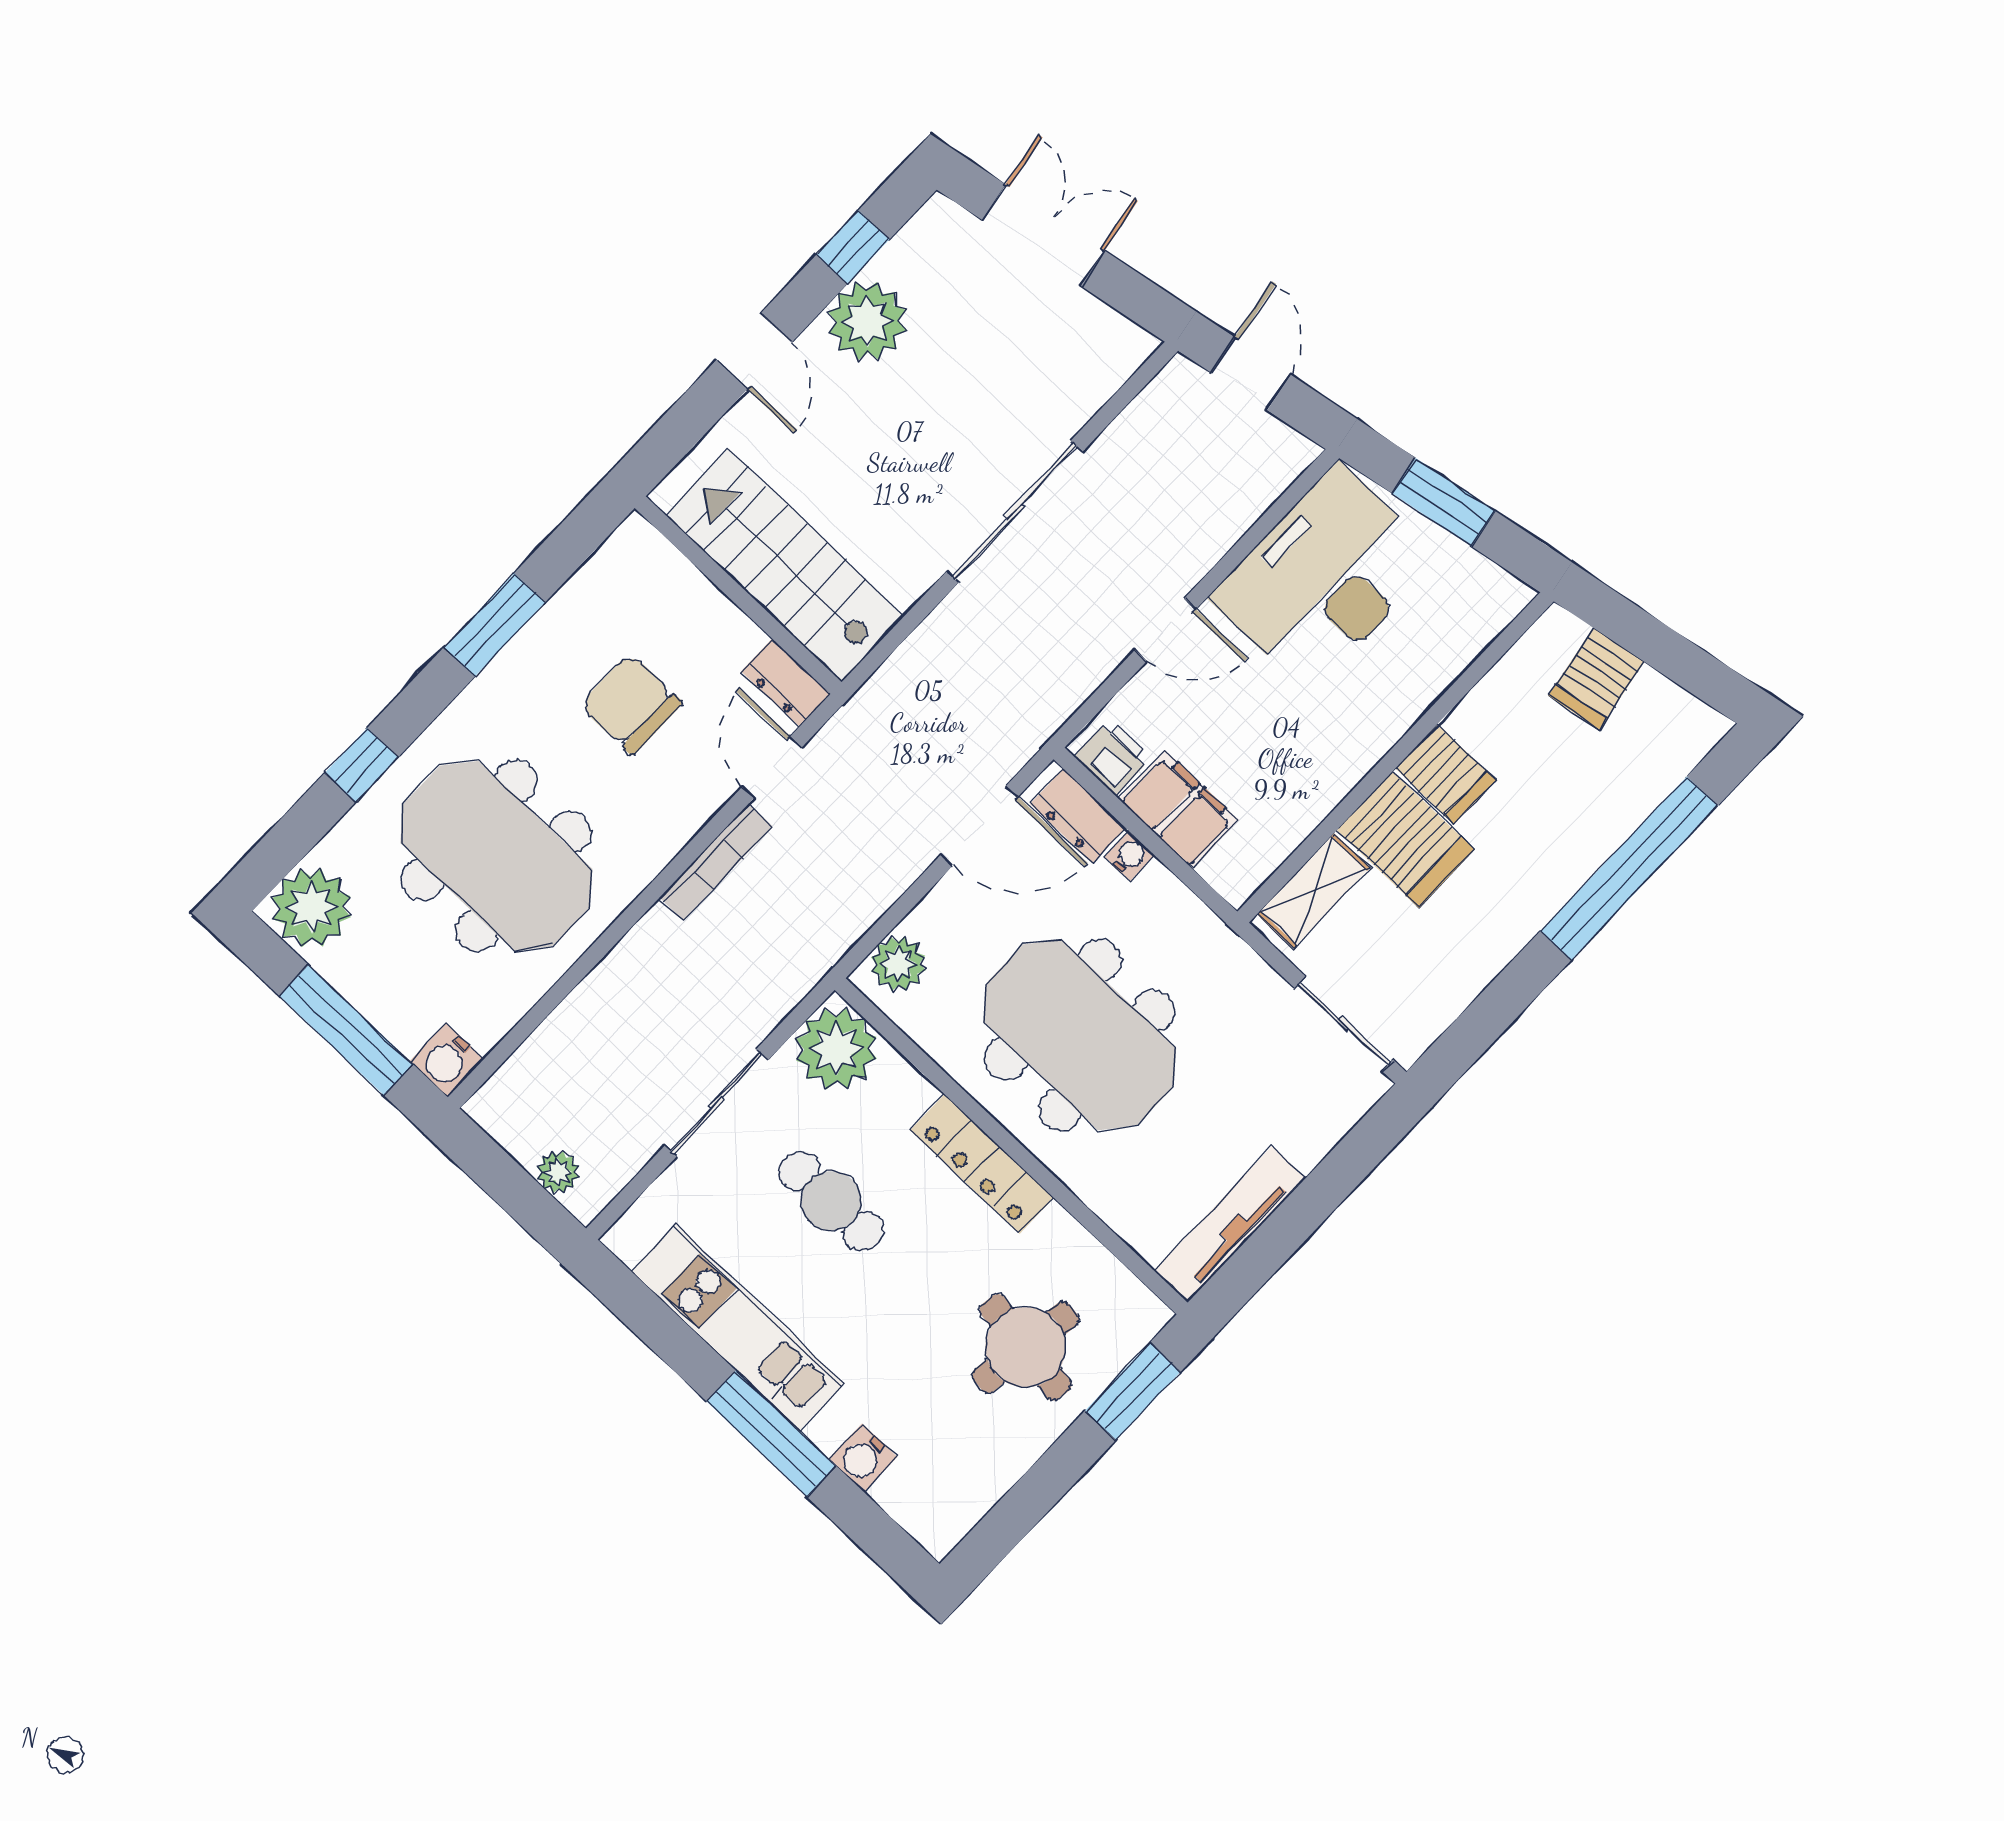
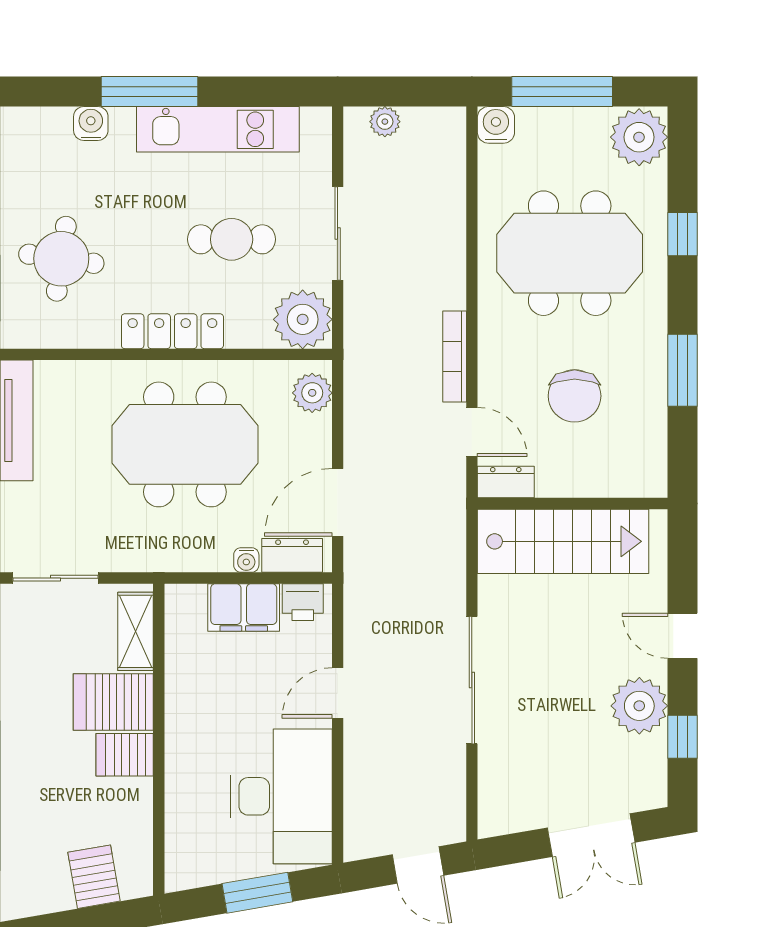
chair: (631, 704) -> (575, 396), turned 90

